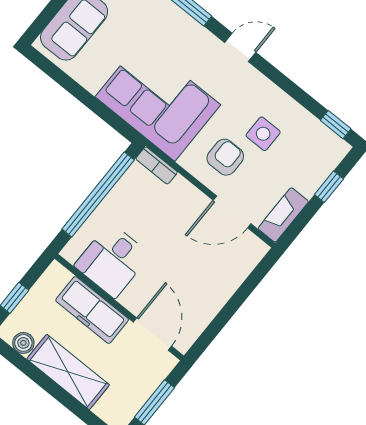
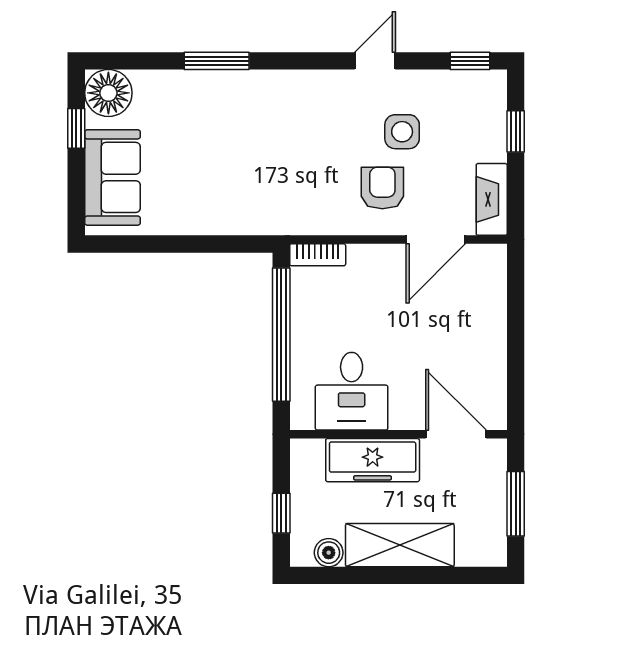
door: (240, 47) -> (375, 61), moved
corner sofa: (158, 101) -> (264, 186), removed

